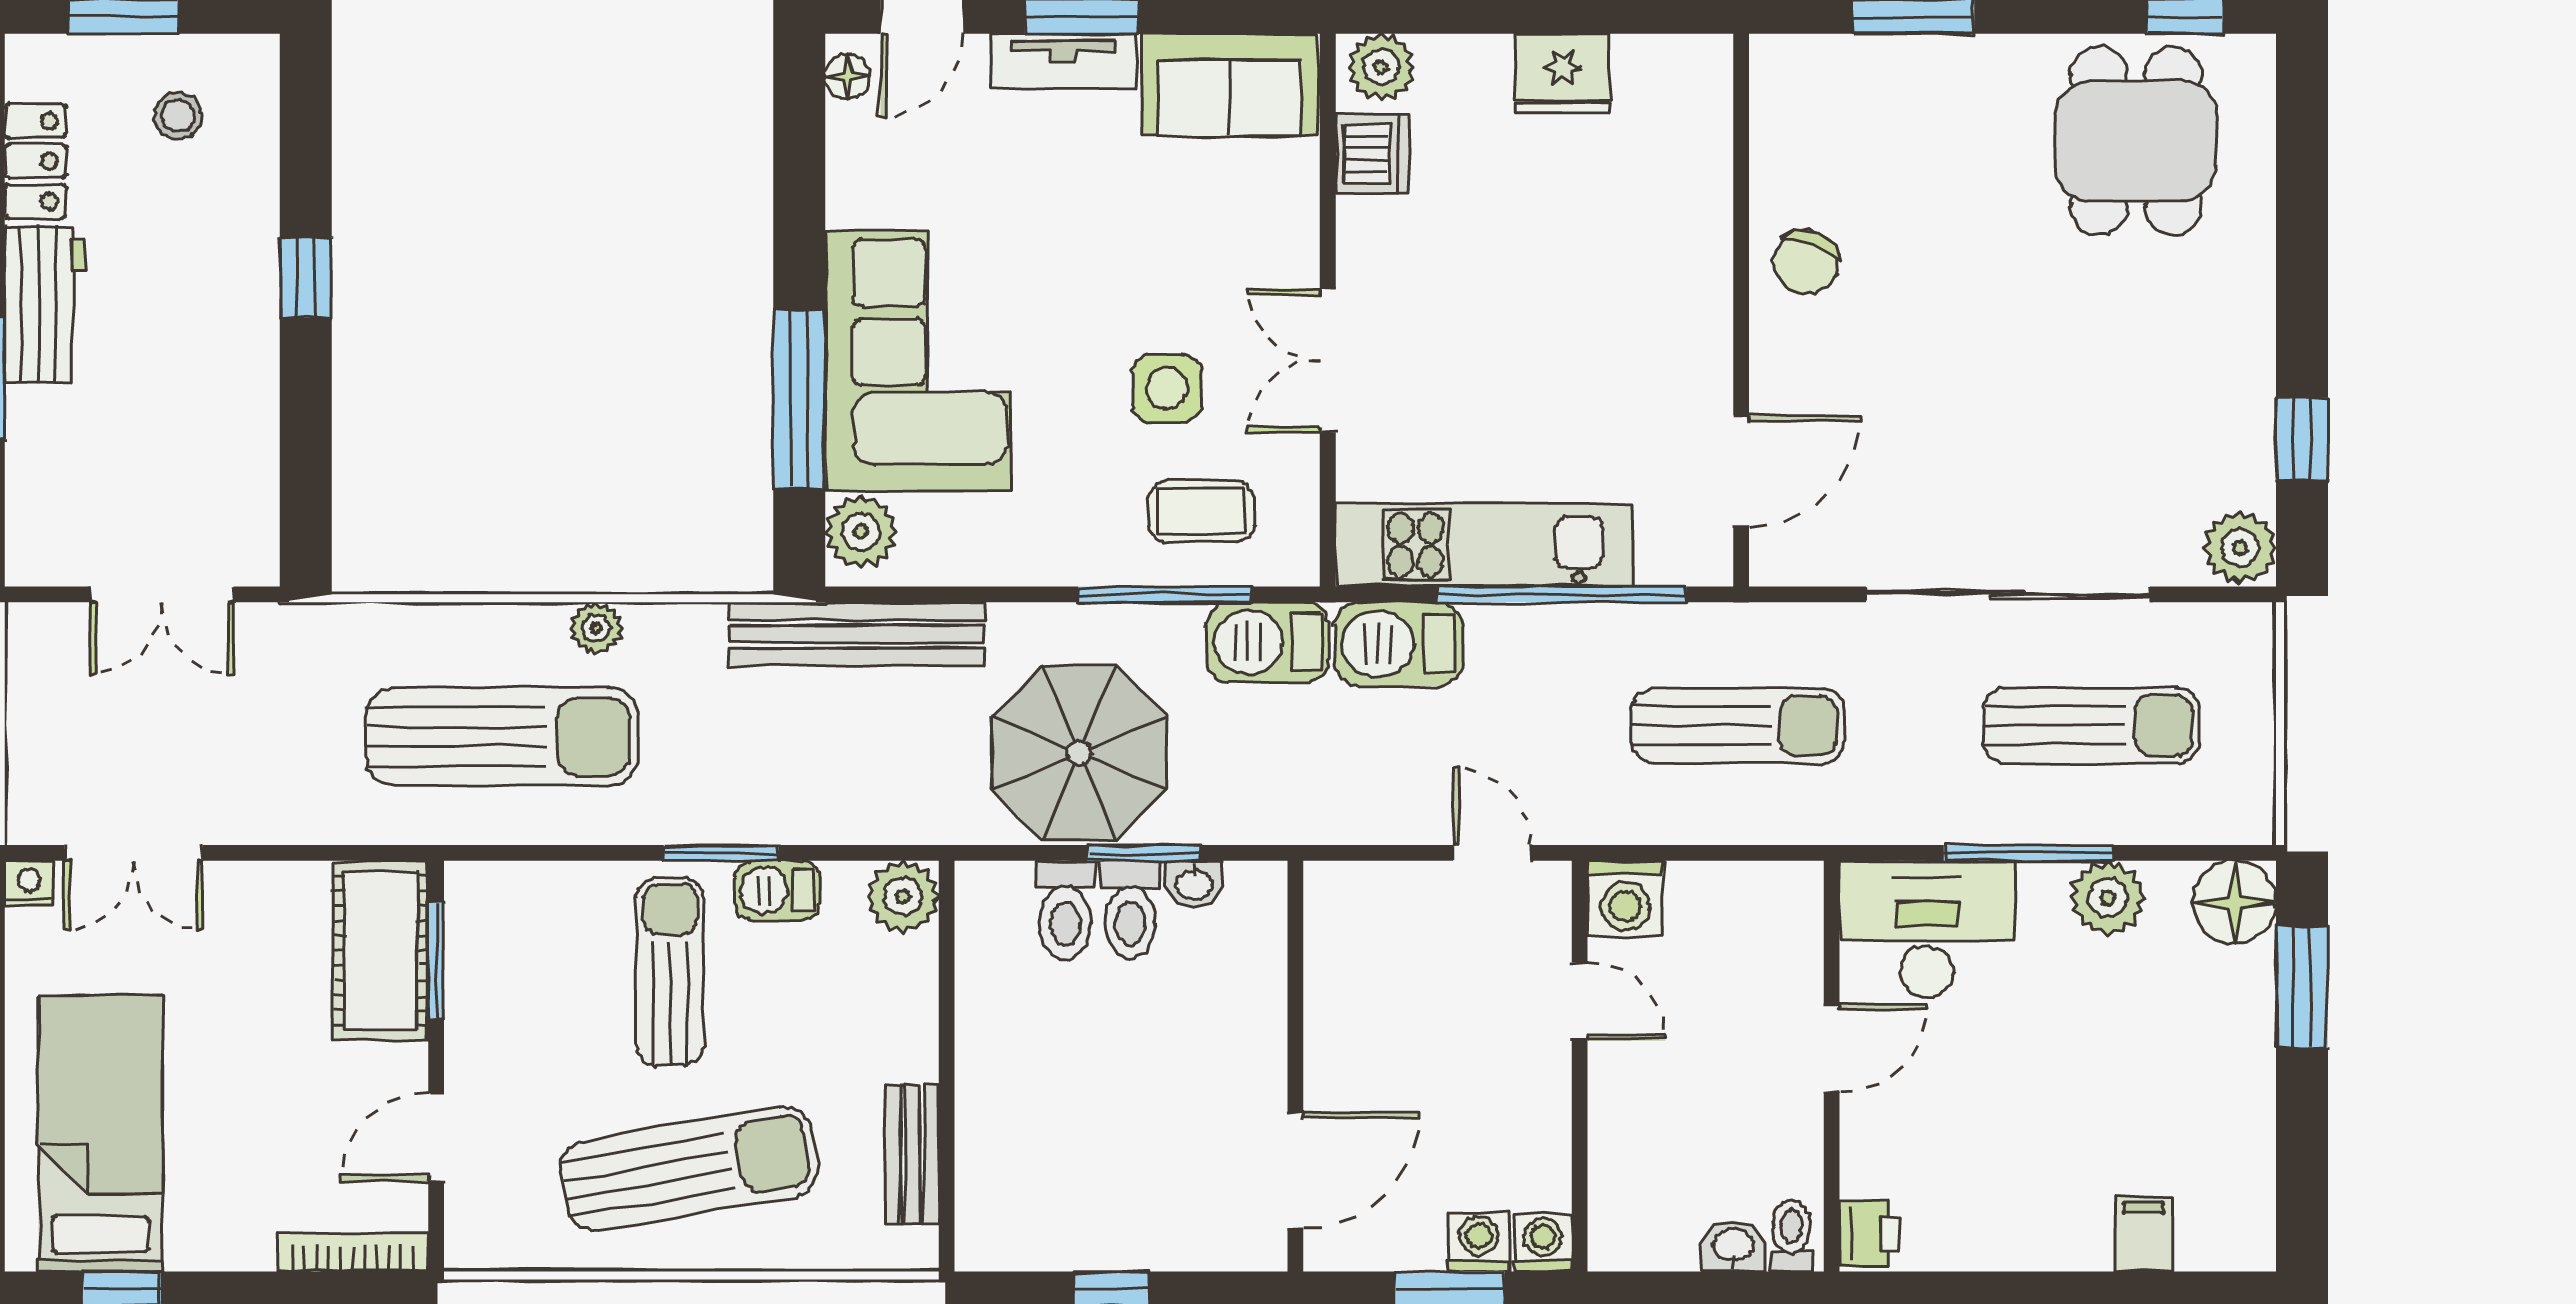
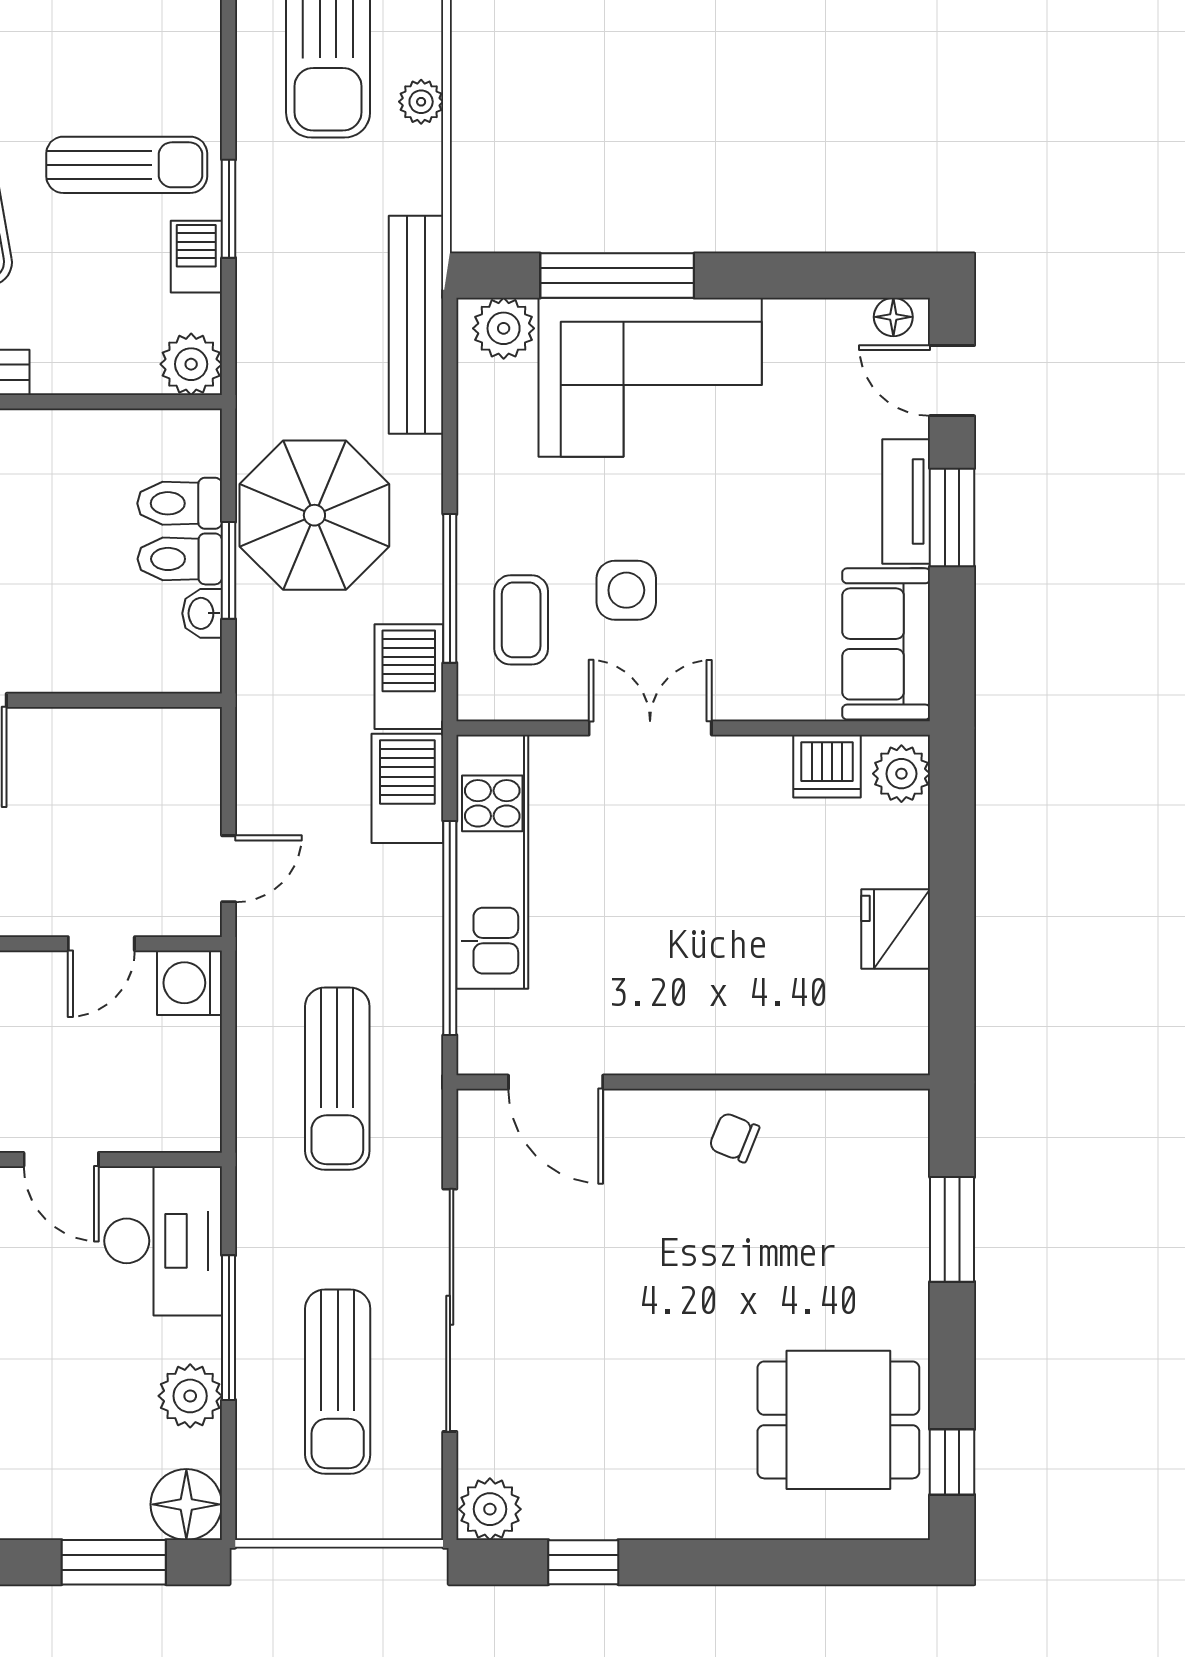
chair: (1806, 262) -> (734, 1137), width x0.73, depth x0.73

